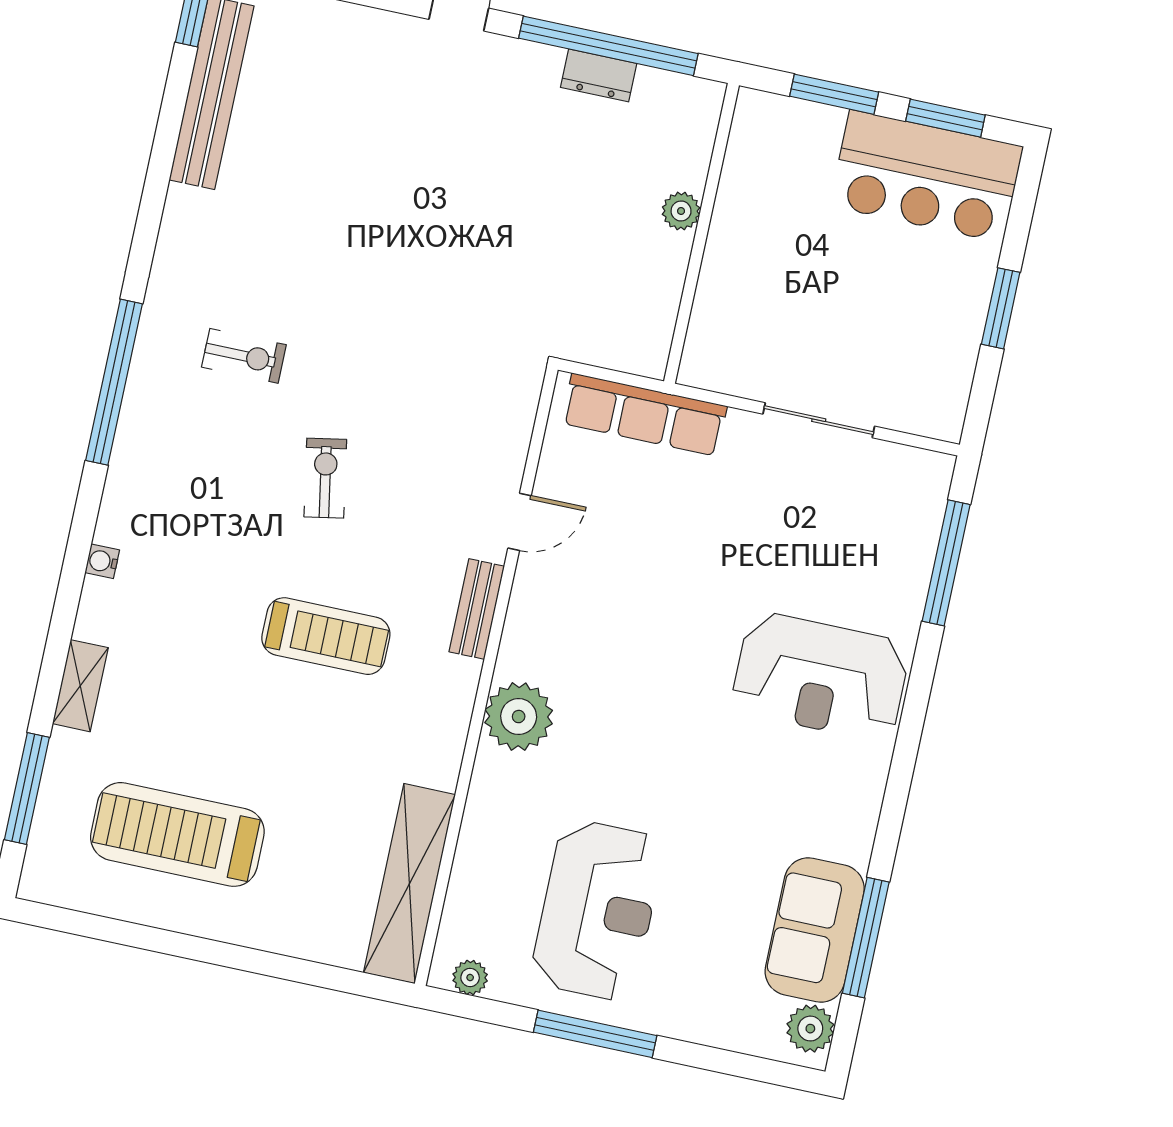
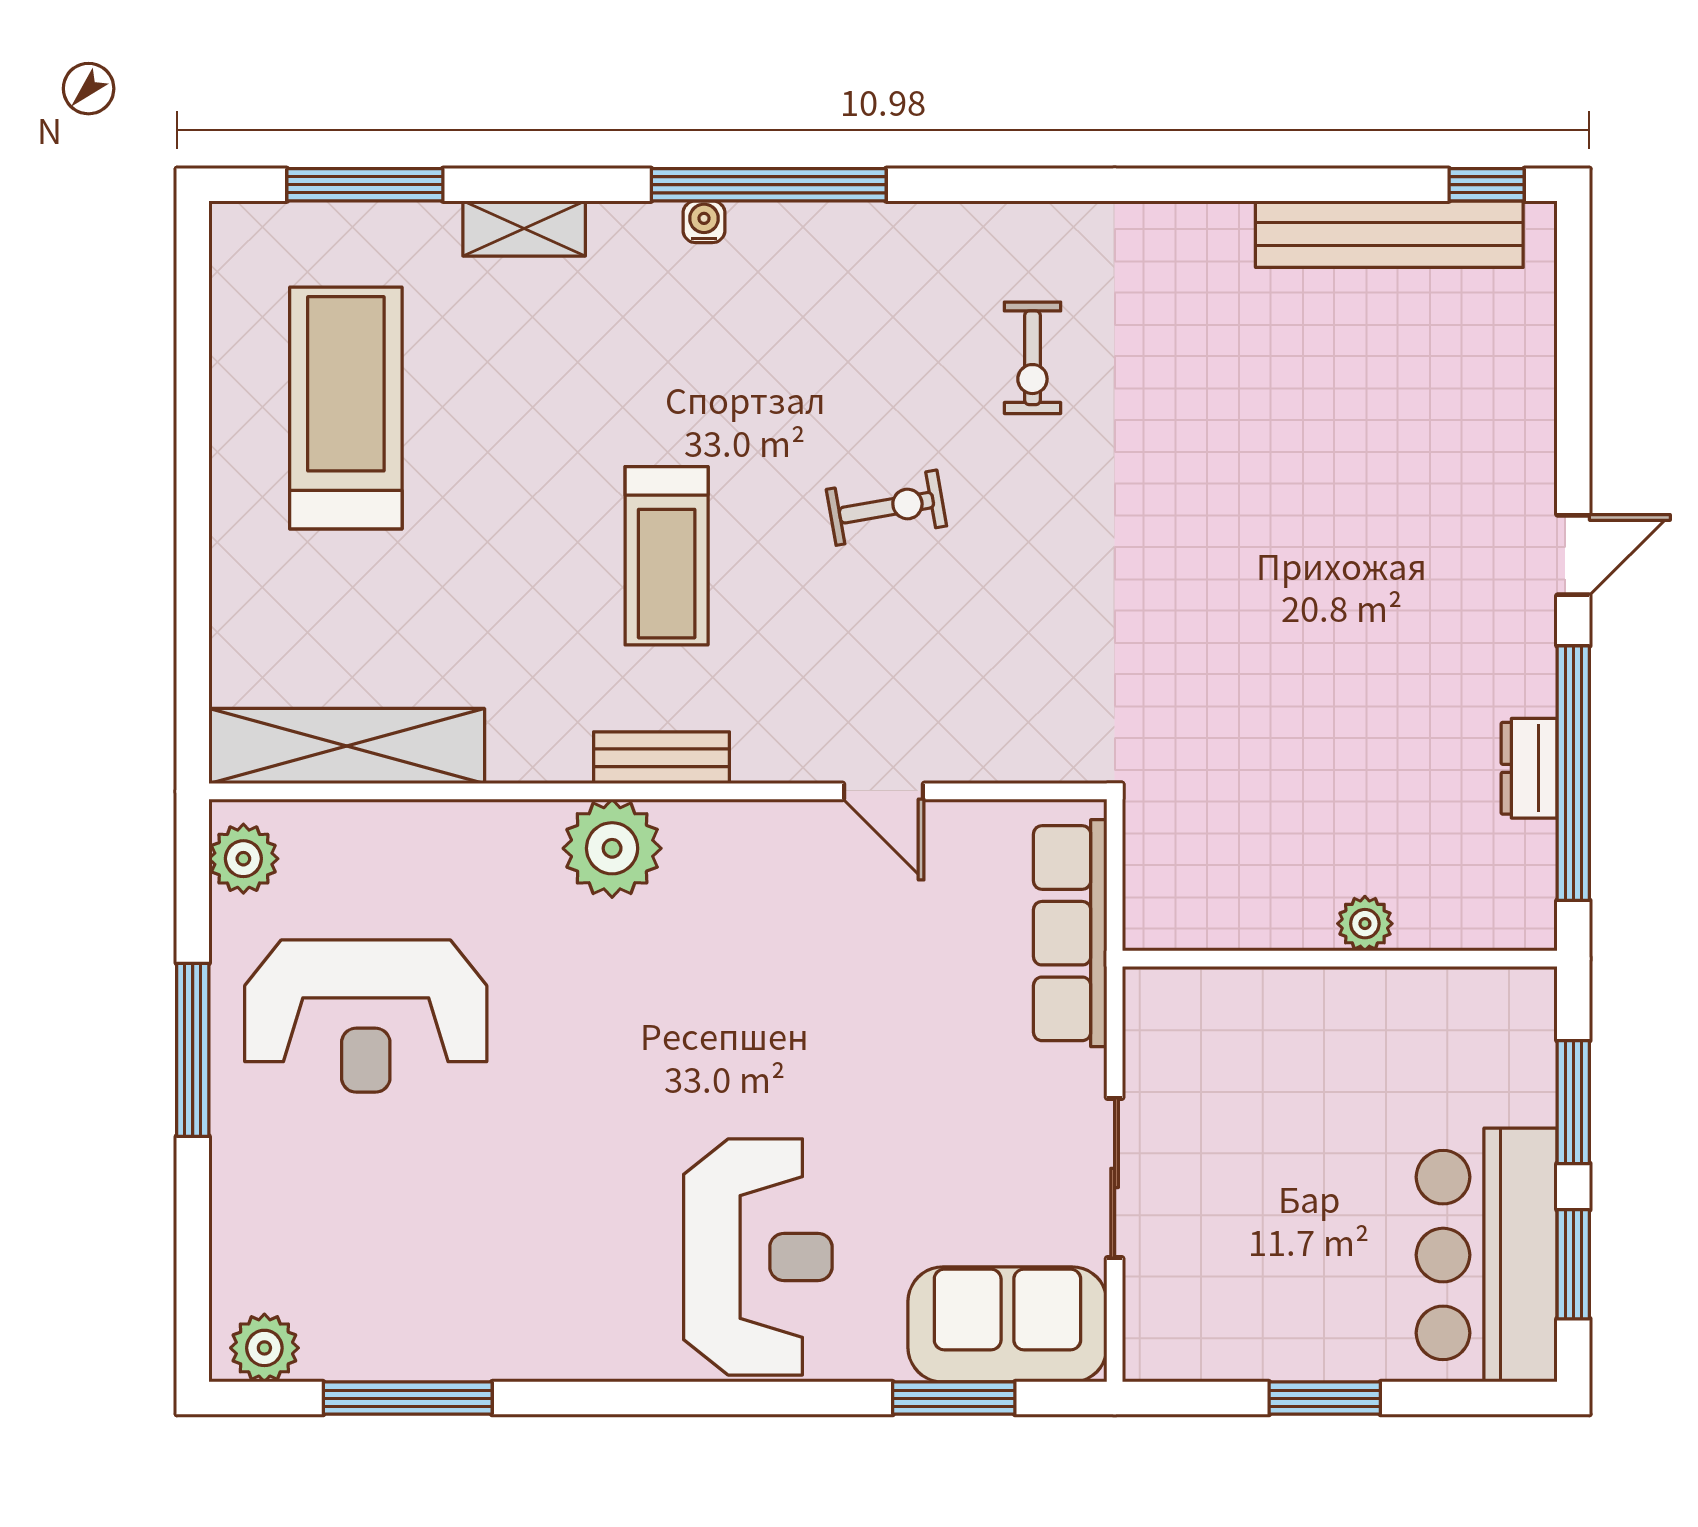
window: (114, 382) -> (769, 185), moved
window: (946, 563) -> (954, 1398), width x0.69
bench: (477, 609) -> (661, 758), moved
reception desk: (821, 677) -> (758, 1257), turned 180
sofa: (815, 930) -> (1007, 1324), moved
plant: (470, 978) -> (243, 859), width x1.38, depth x1.38

